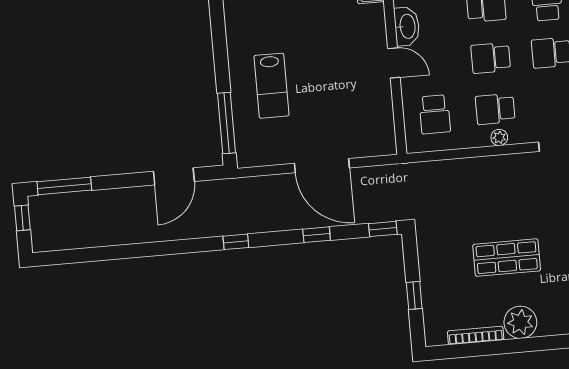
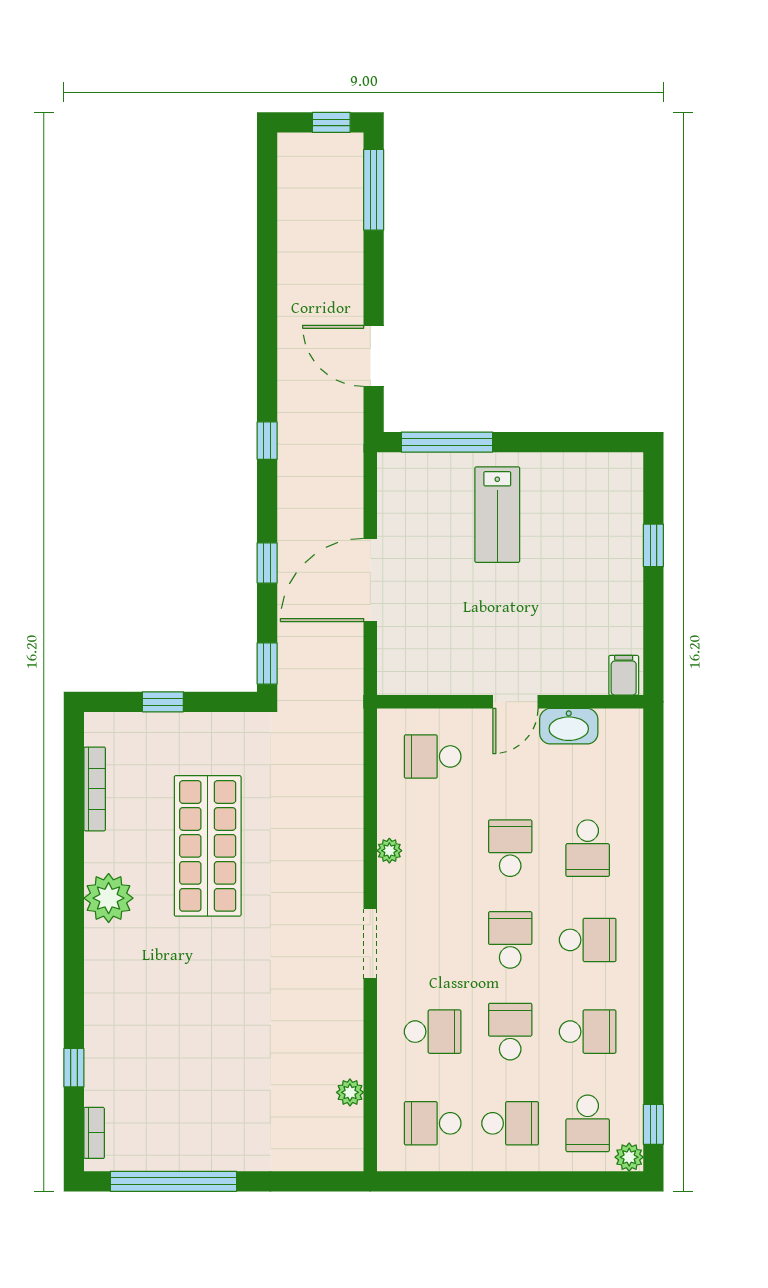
lab bench: (271, 86) -> (497, 515), turned -90
school desk: (495, 109) -> (433, 848), removed
shop shelf: (507, 258) -> (208, 846), width x1.43, depth x1.36
plant: (520, 322) -> (109, 898), moved

